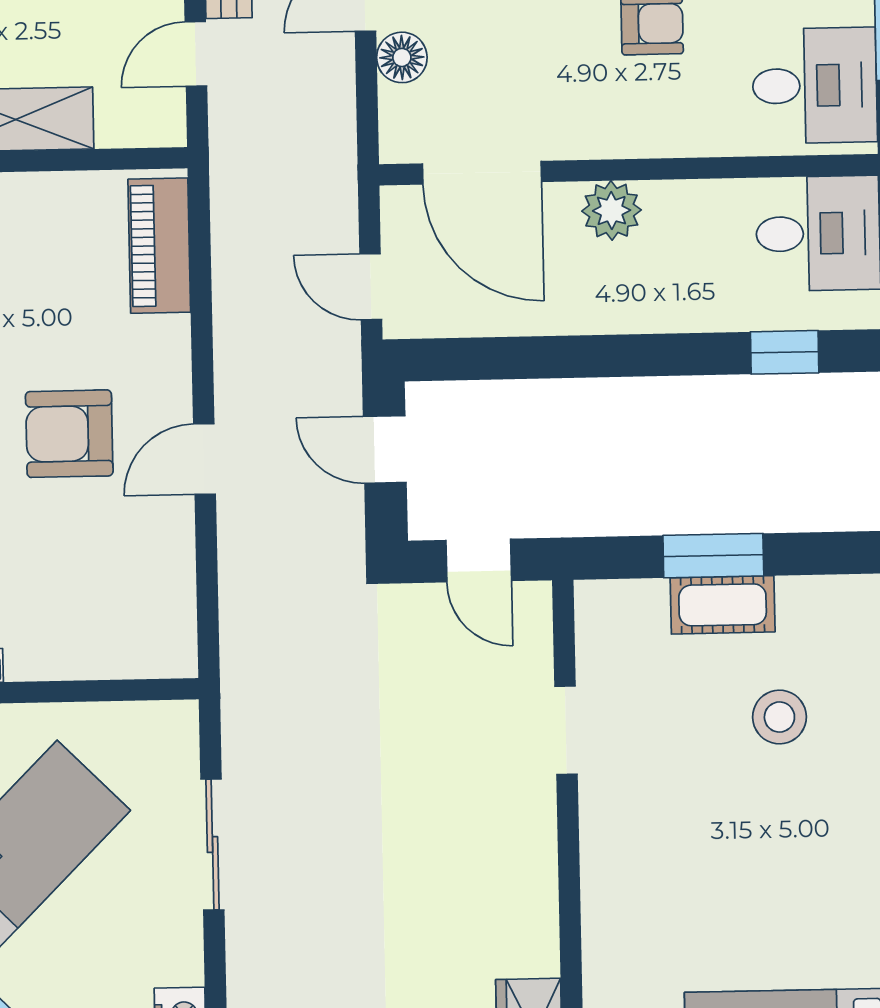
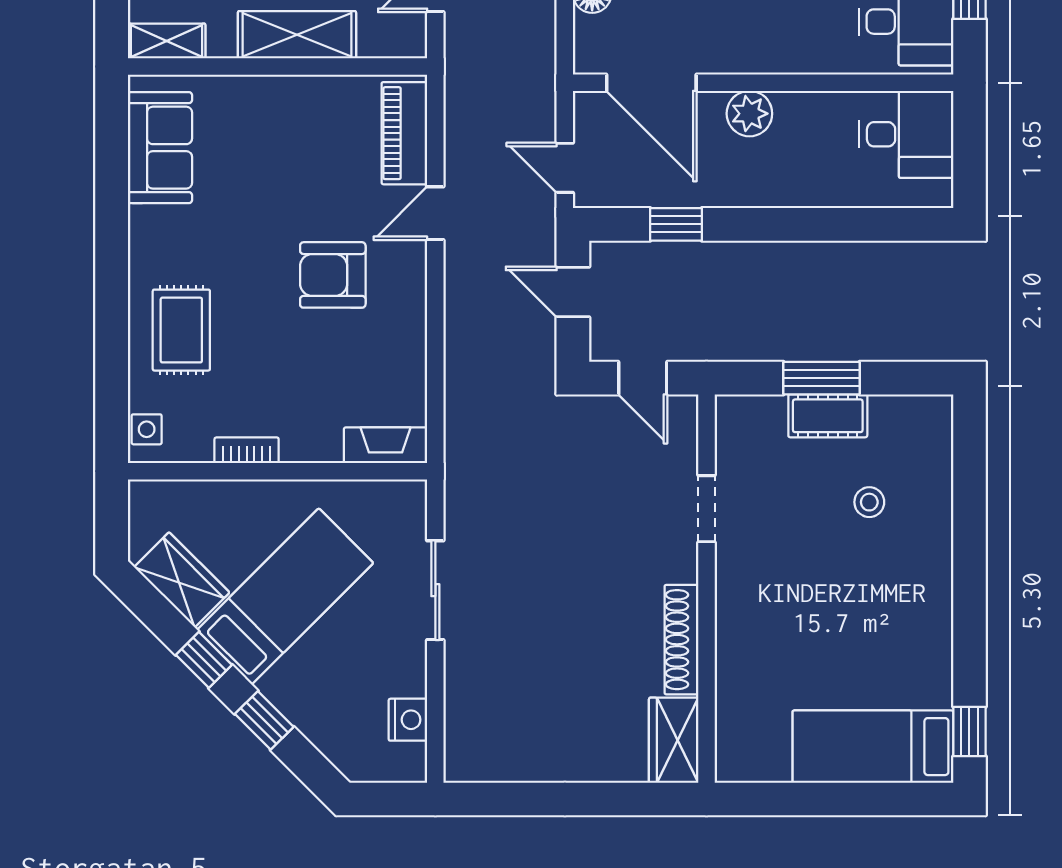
window: (785, 352) -> (676, 224), moved
door: (204, 459) -> (435, 213), moved
fireplace: (143, 656) -> (386, 445), added
stool: (779, 717) -> (869, 502), width x0.73, depth x0.73
shoe rack: (537, 903) -> (681, 640), added

